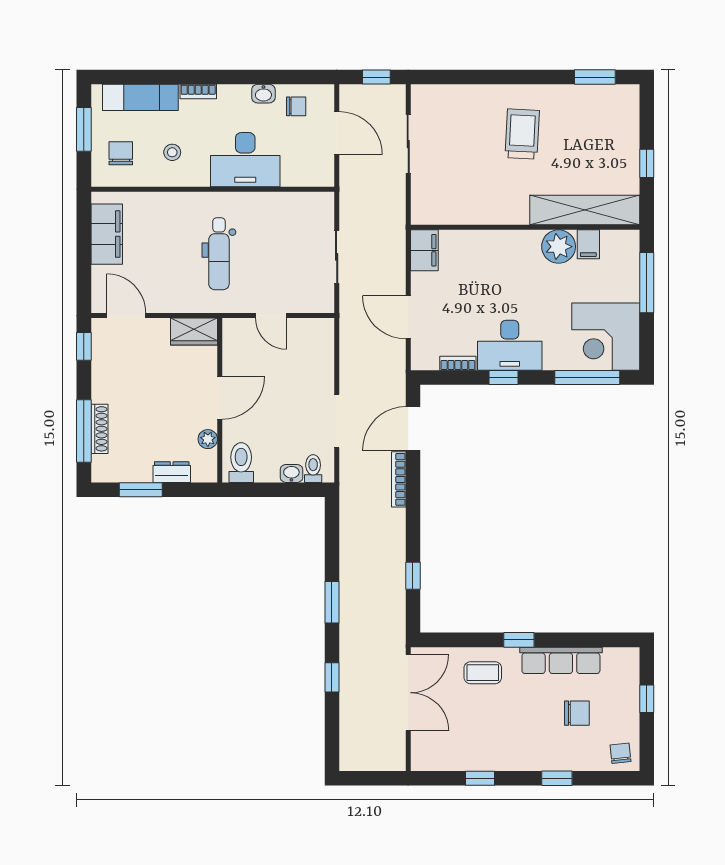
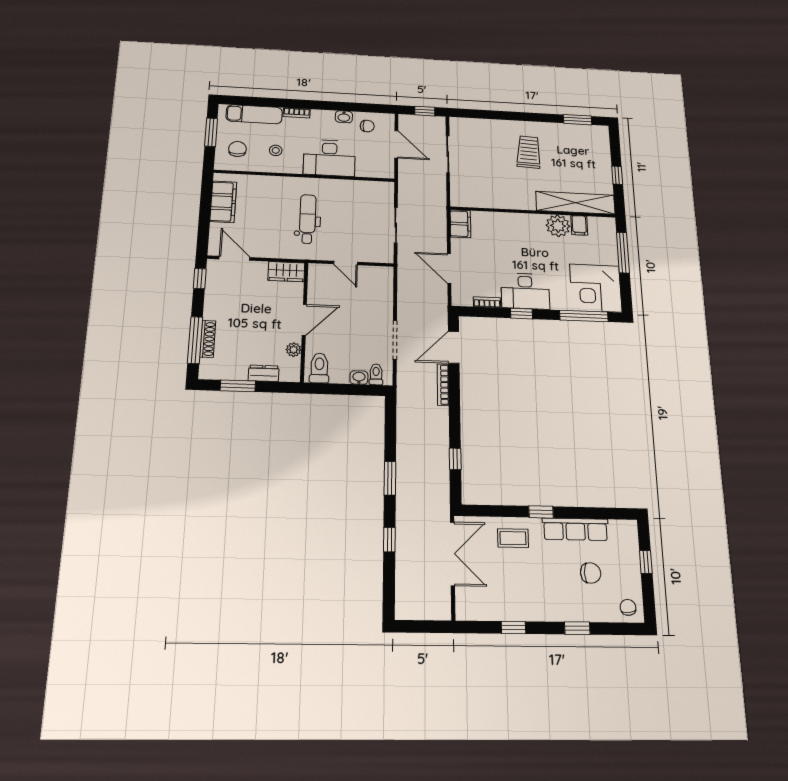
dental chair: (219, 254) -> (308, 219), turned 180

